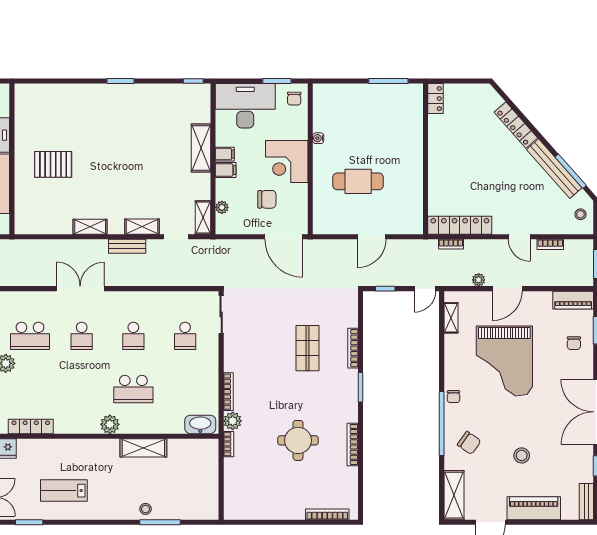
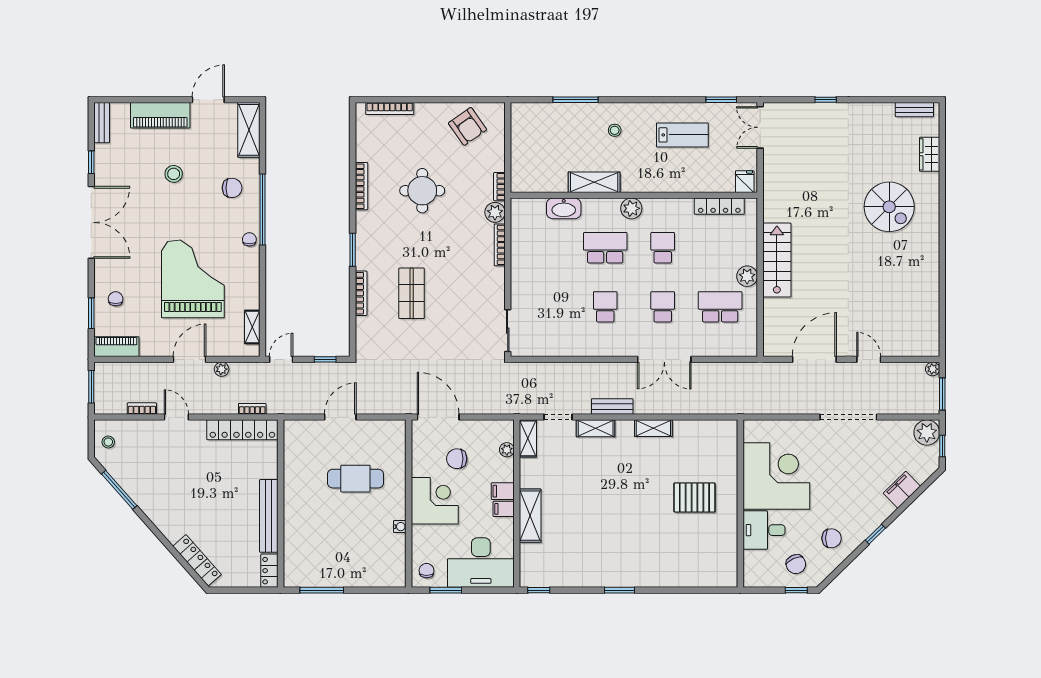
locker: (516, 125) -> (197, 560), moved
bench: (554, 169) -> (269, 516), moved, turned 41
school desk: (185, 336) -> (663, 248), moved
washbasin: (200, 424) -> (564, 208), moved
chair: (469, 443) -> (232, 188), turned 145
armchair: (257, 498) -> (468, 126), added
stool: (146, 509) -> (615, 130), moved

